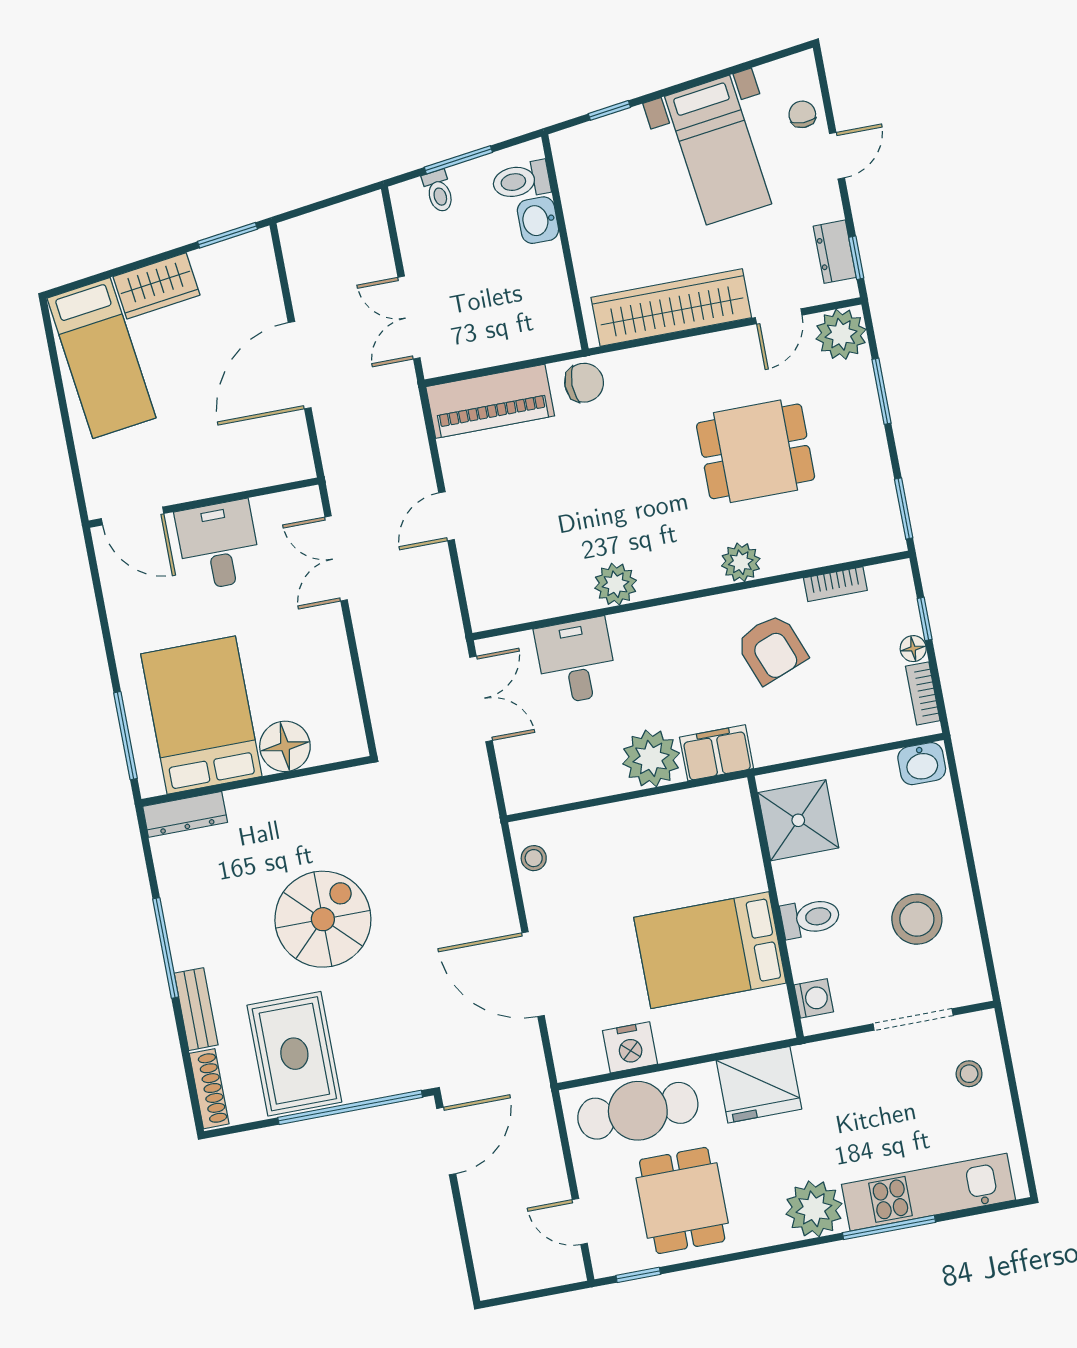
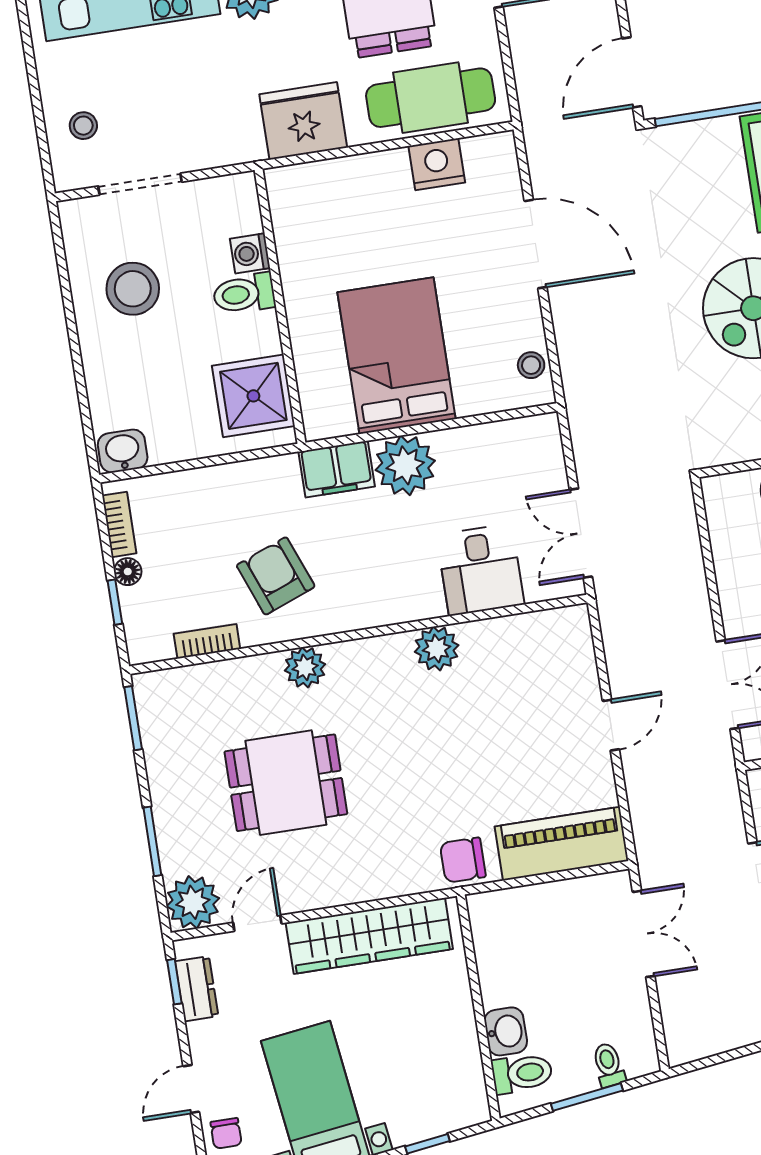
bed: (710, 950) -> (396, 356), moved, turned -90
washing machine: (814, 998) -> (250, 253), moved

